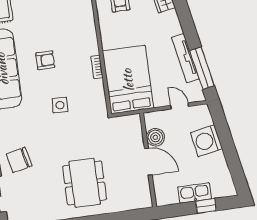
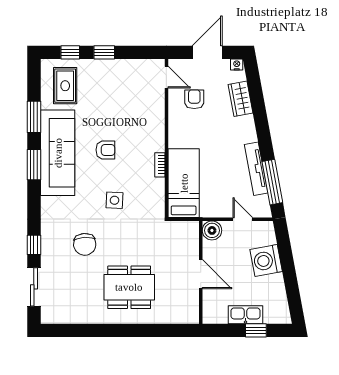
bed: (128, 80) -> (184, 183), width x0.67
boiler: (155, 137) -> (212, 230), moved
chair: (19, 160) -> (85, 244), moved, turned -82
dining table: (85, 183) -> (129, 287), turned 90

